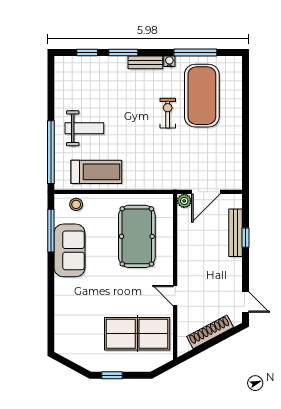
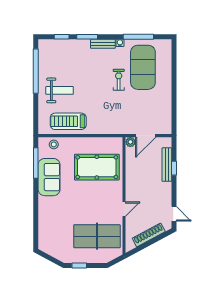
window: (51, 152) -> (36, 71), moved
treadmill: (96, 172) -> (68, 121), turned 180
pool table: (137, 236) -> (97, 167), turned 90
door: (175, 296) -> (124, 209), swing flipped

